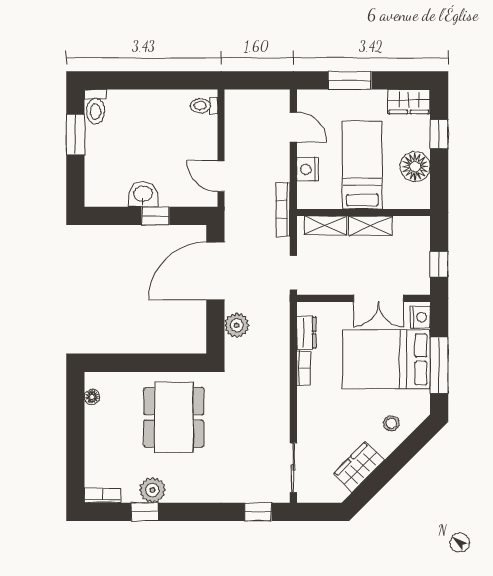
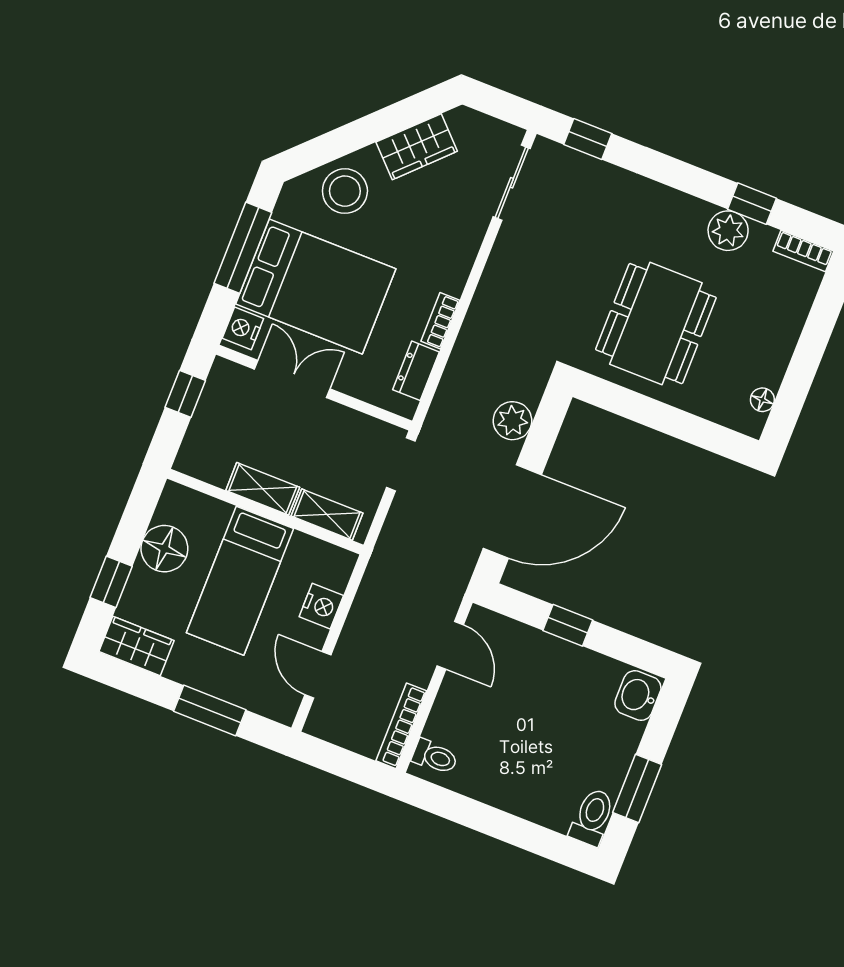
washbasin: (143, 194) -> (638, 696), moved, turned 90
bookcase: (283, 210) -> (401, 726), moved, turned 180
stool: (391, 423) -> (345, 191), width x1.89, depth x1.89

